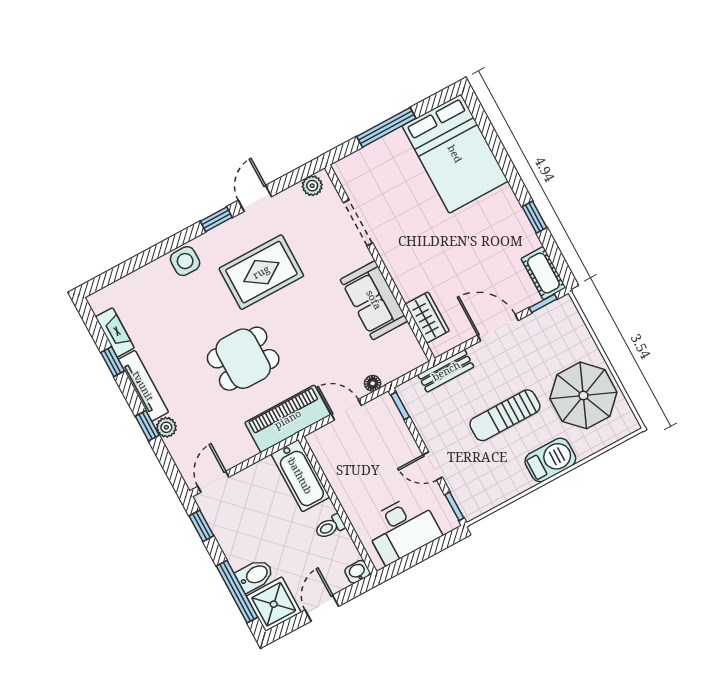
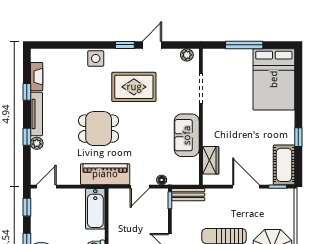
cot: (543, 273) -> (284, 165), width x1.37, depth x1.34
bench: (446, 371) -> (188, 195), moved
door: (346, 410) -> (140, 187), swing flipped

